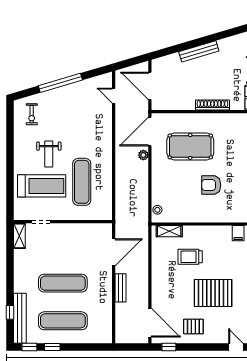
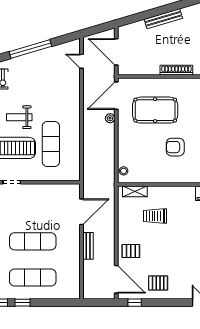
weight bench: (49, 154) -> (19, 117), turned 90
pallet: (213, 293) -> (131, 251), moved, width x0.49, depth x0.50

